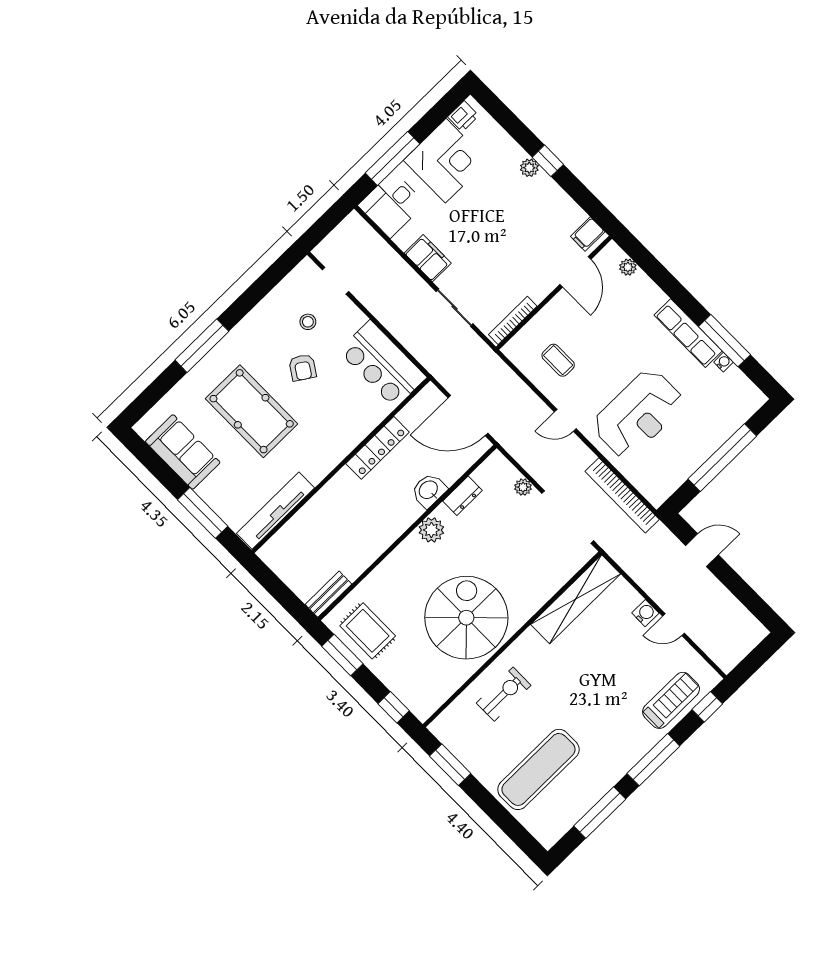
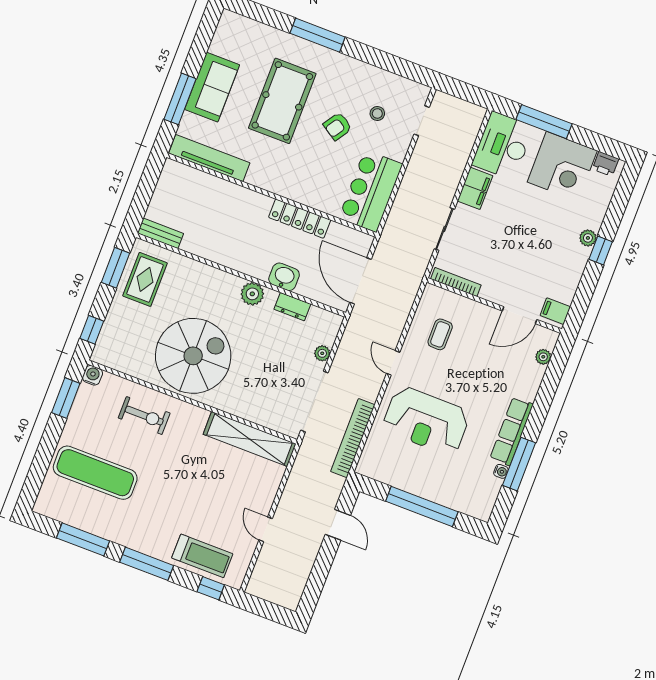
desk: (392, 204) -> (503, 146), width x1.37
sofa: (183, 452) -> (212, 87), moved
water cooler: (645, 613) -> (92, 375), moved, turned -90

